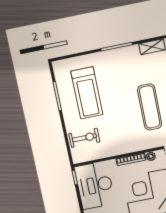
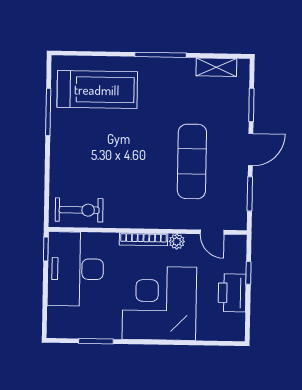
treadmill: (87, 93) -> (97, 90), moved, turned -90
exercise bike: (84, 138) -> (79, 210), moved

